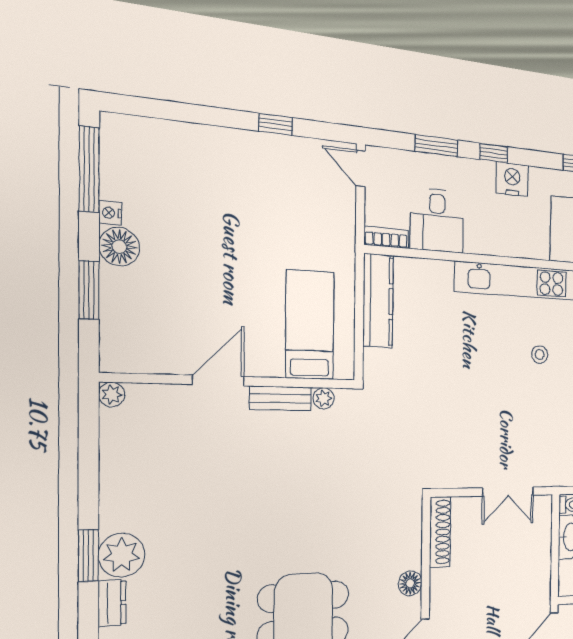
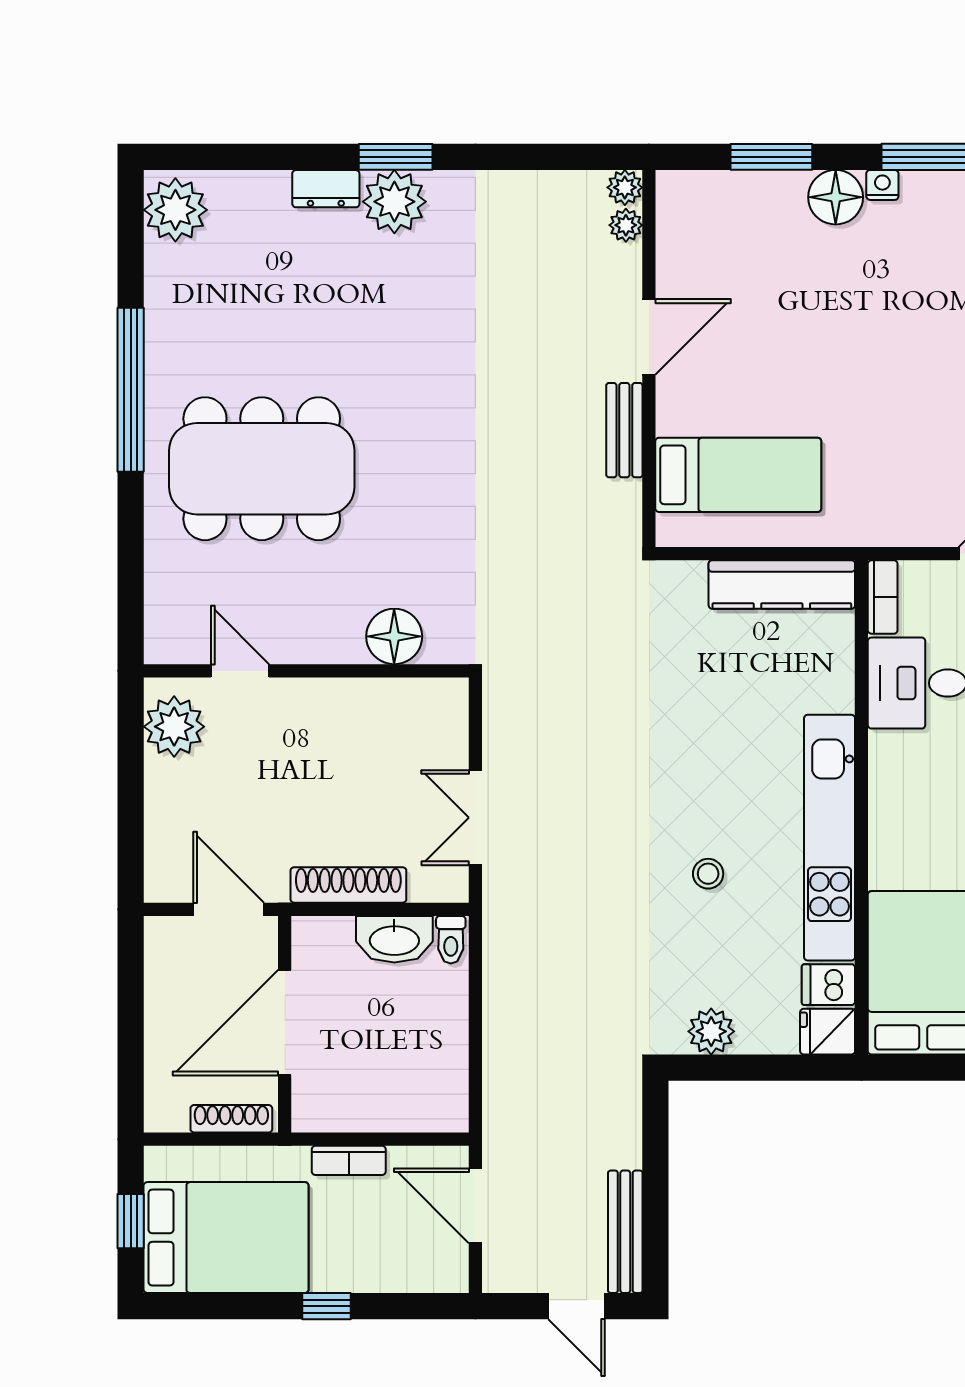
door: (218, 381) -> (649, 337), hinge flipped
plant: (324, 398) -> (626, 225), moved
shoe rack: (440, 532) -> (348, 885), moved, turned 180
floor lamp: (410, 583) -> (394, 636), moved, width x1.38, depth x1.38

